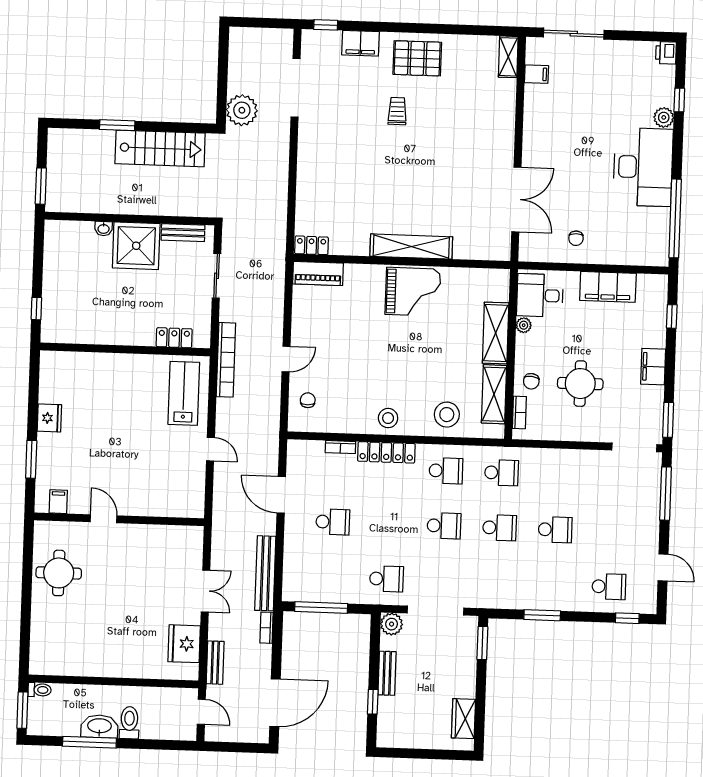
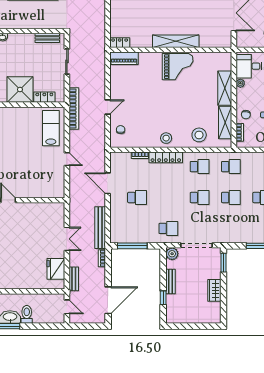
shower: (136, 246) -> (20, 90), moved
wardrobe: (463, 719) -> (214, 290), moved

